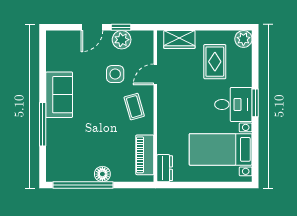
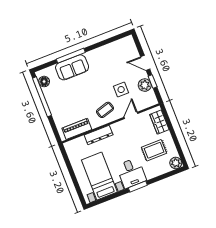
door: (155, 74) -> (131, 115), hinge flipped
sofa: (59, 95) -> (72, 67), moved
dresser: (165, 168) -> (99, 135), moved, width x1.44
floor lamp: (102, 174) -> (44, 82), moved

